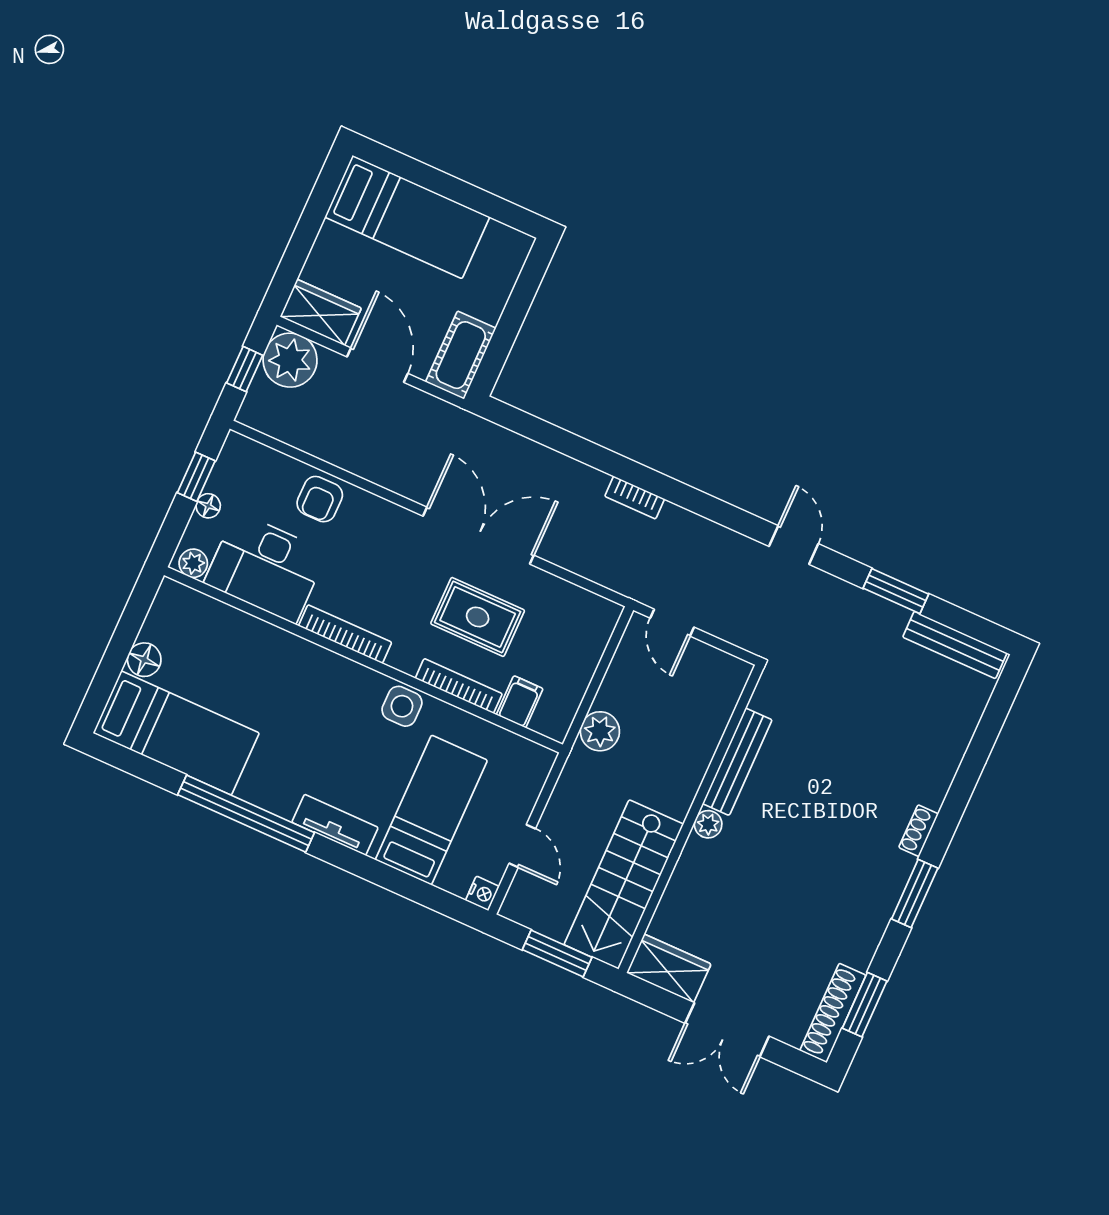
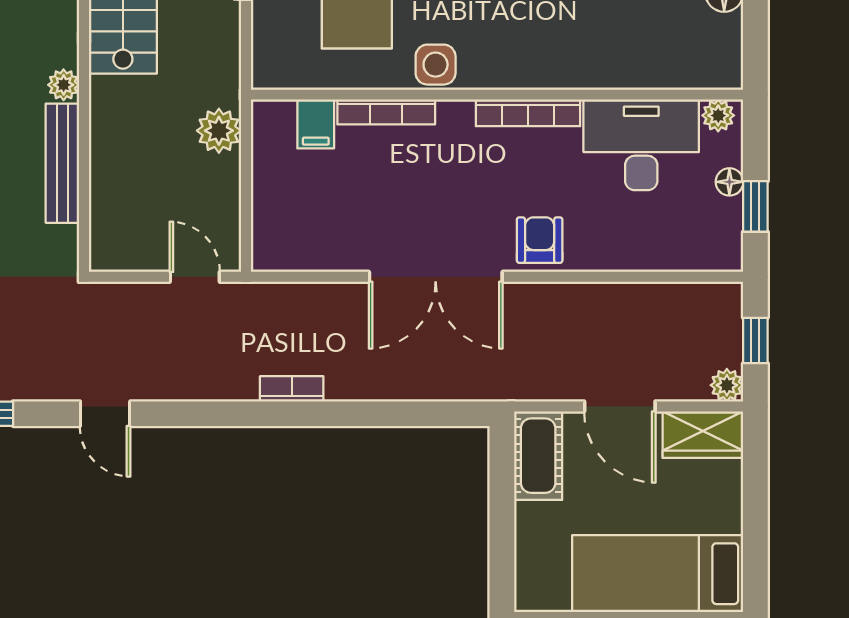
plant: (290, 360) -> (727, 385), width x0.53, depth x0.53
armchair: (320, 499) -> (540, 240), moved
rug: (478, 617) -> (399, 192), removed

